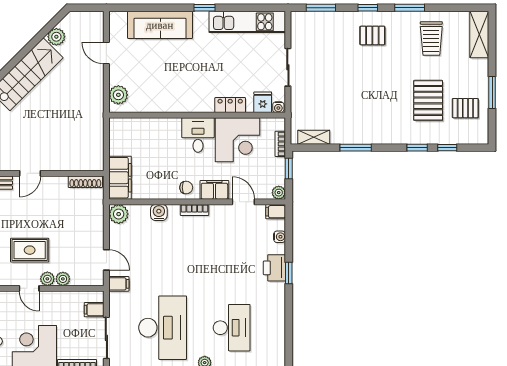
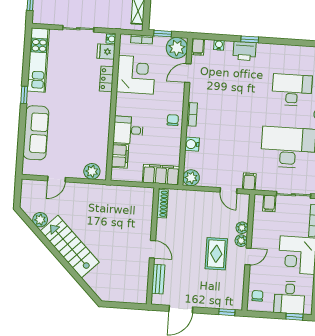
desk: (198, 135) -> (128, 130), moved
filing cabinet: (214, 190) -> (120, 156), moved, turned 180
plant: (279, 193) -> (177, 48), width x1.88, depth x1.88
door: (106, 260) -> (229, 190), swing flipped

